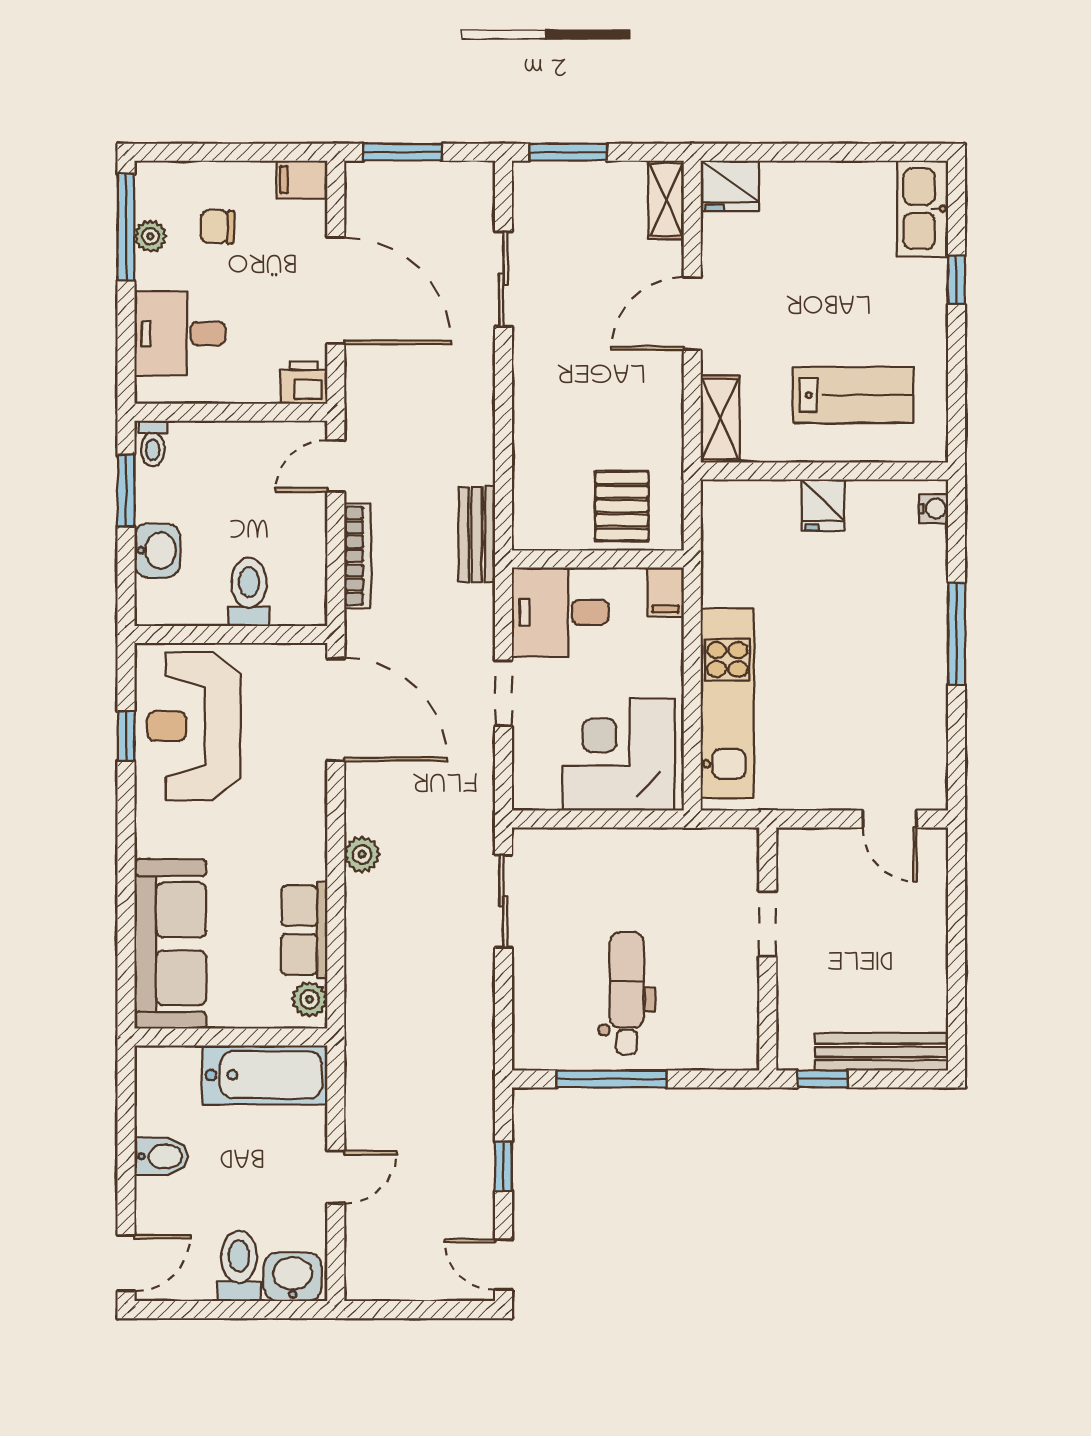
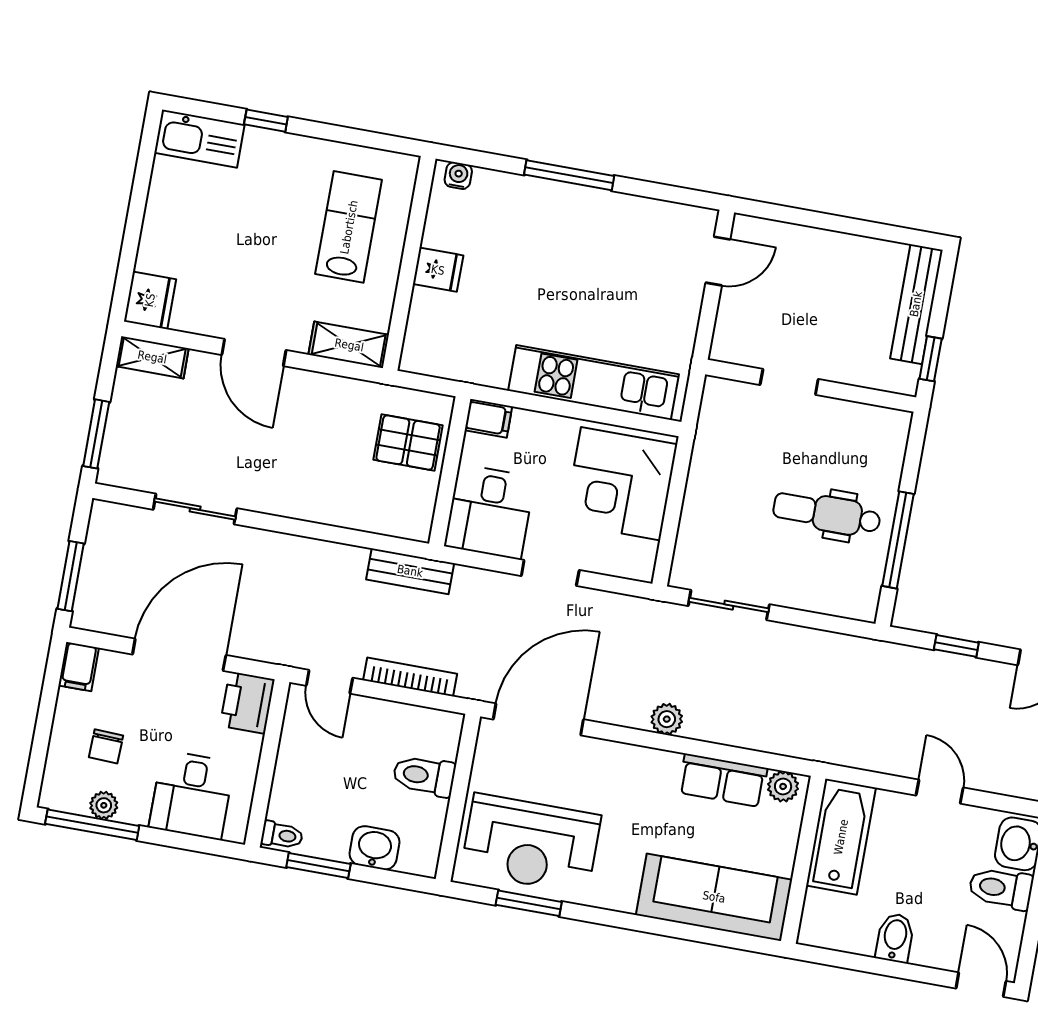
printer: (304, 383) -> (247, 703), width x1.36, depth x1.24
window: (126, 736) -> (529, 903), width x1.50

